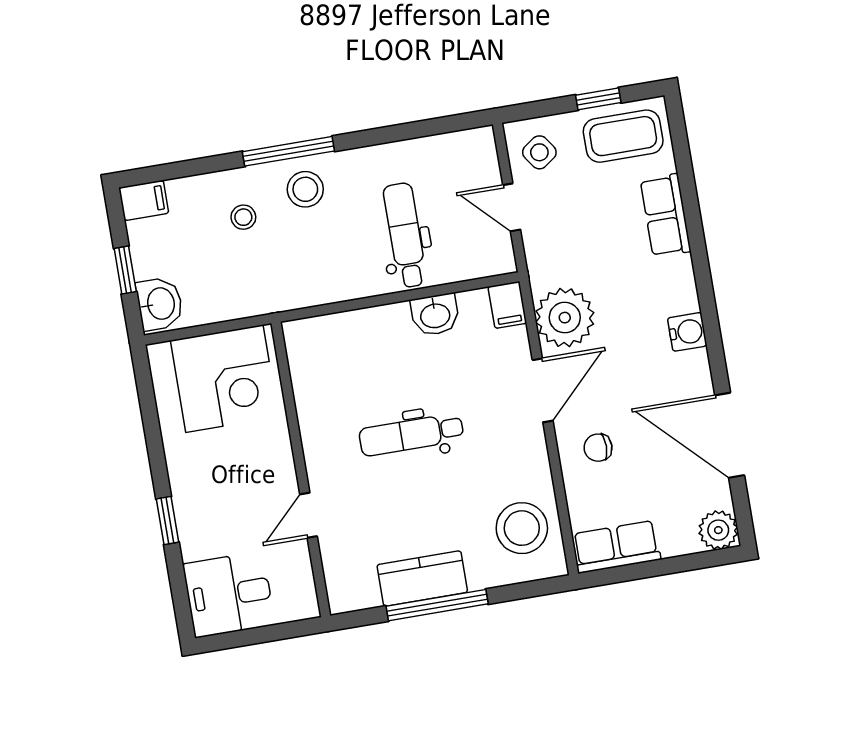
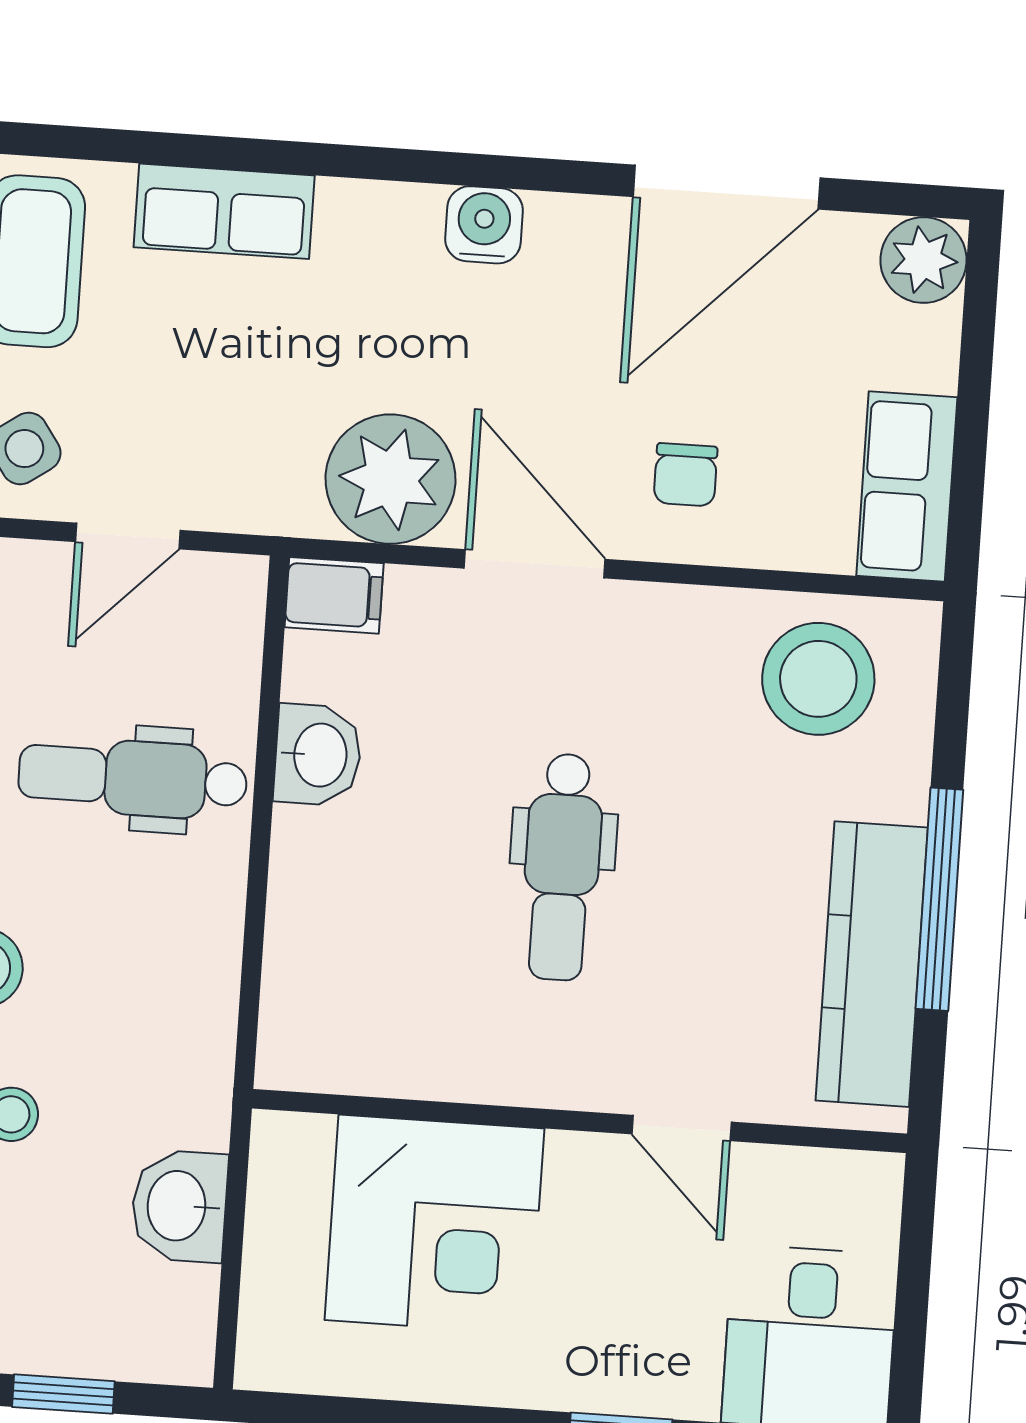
washbasin: (160, 304) -> (179, 1206), moved, turned -90
corner desk: (224, 379) -> (434, 1224), moved, turned 90
kitchen counter: (422, 578) -> (872, 964), width x1.50

